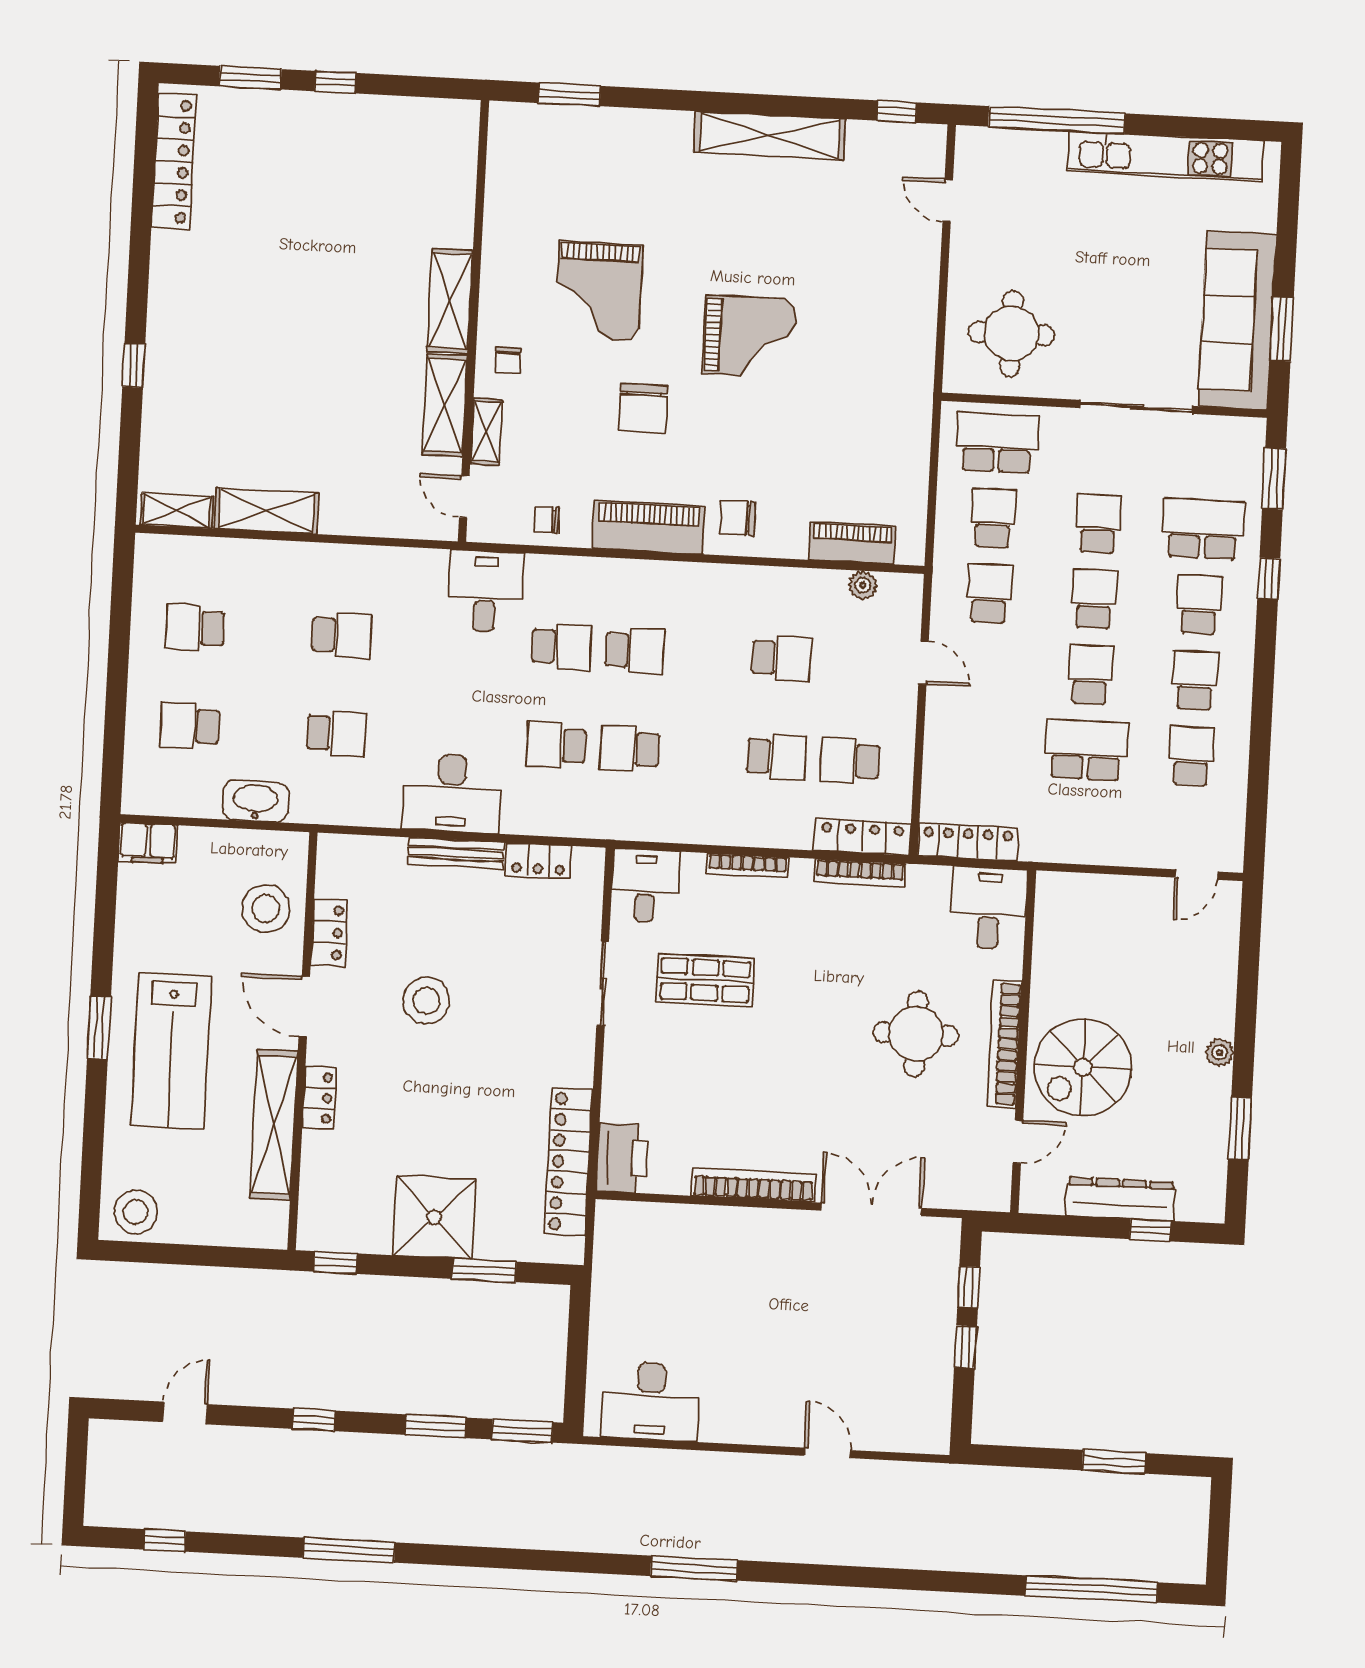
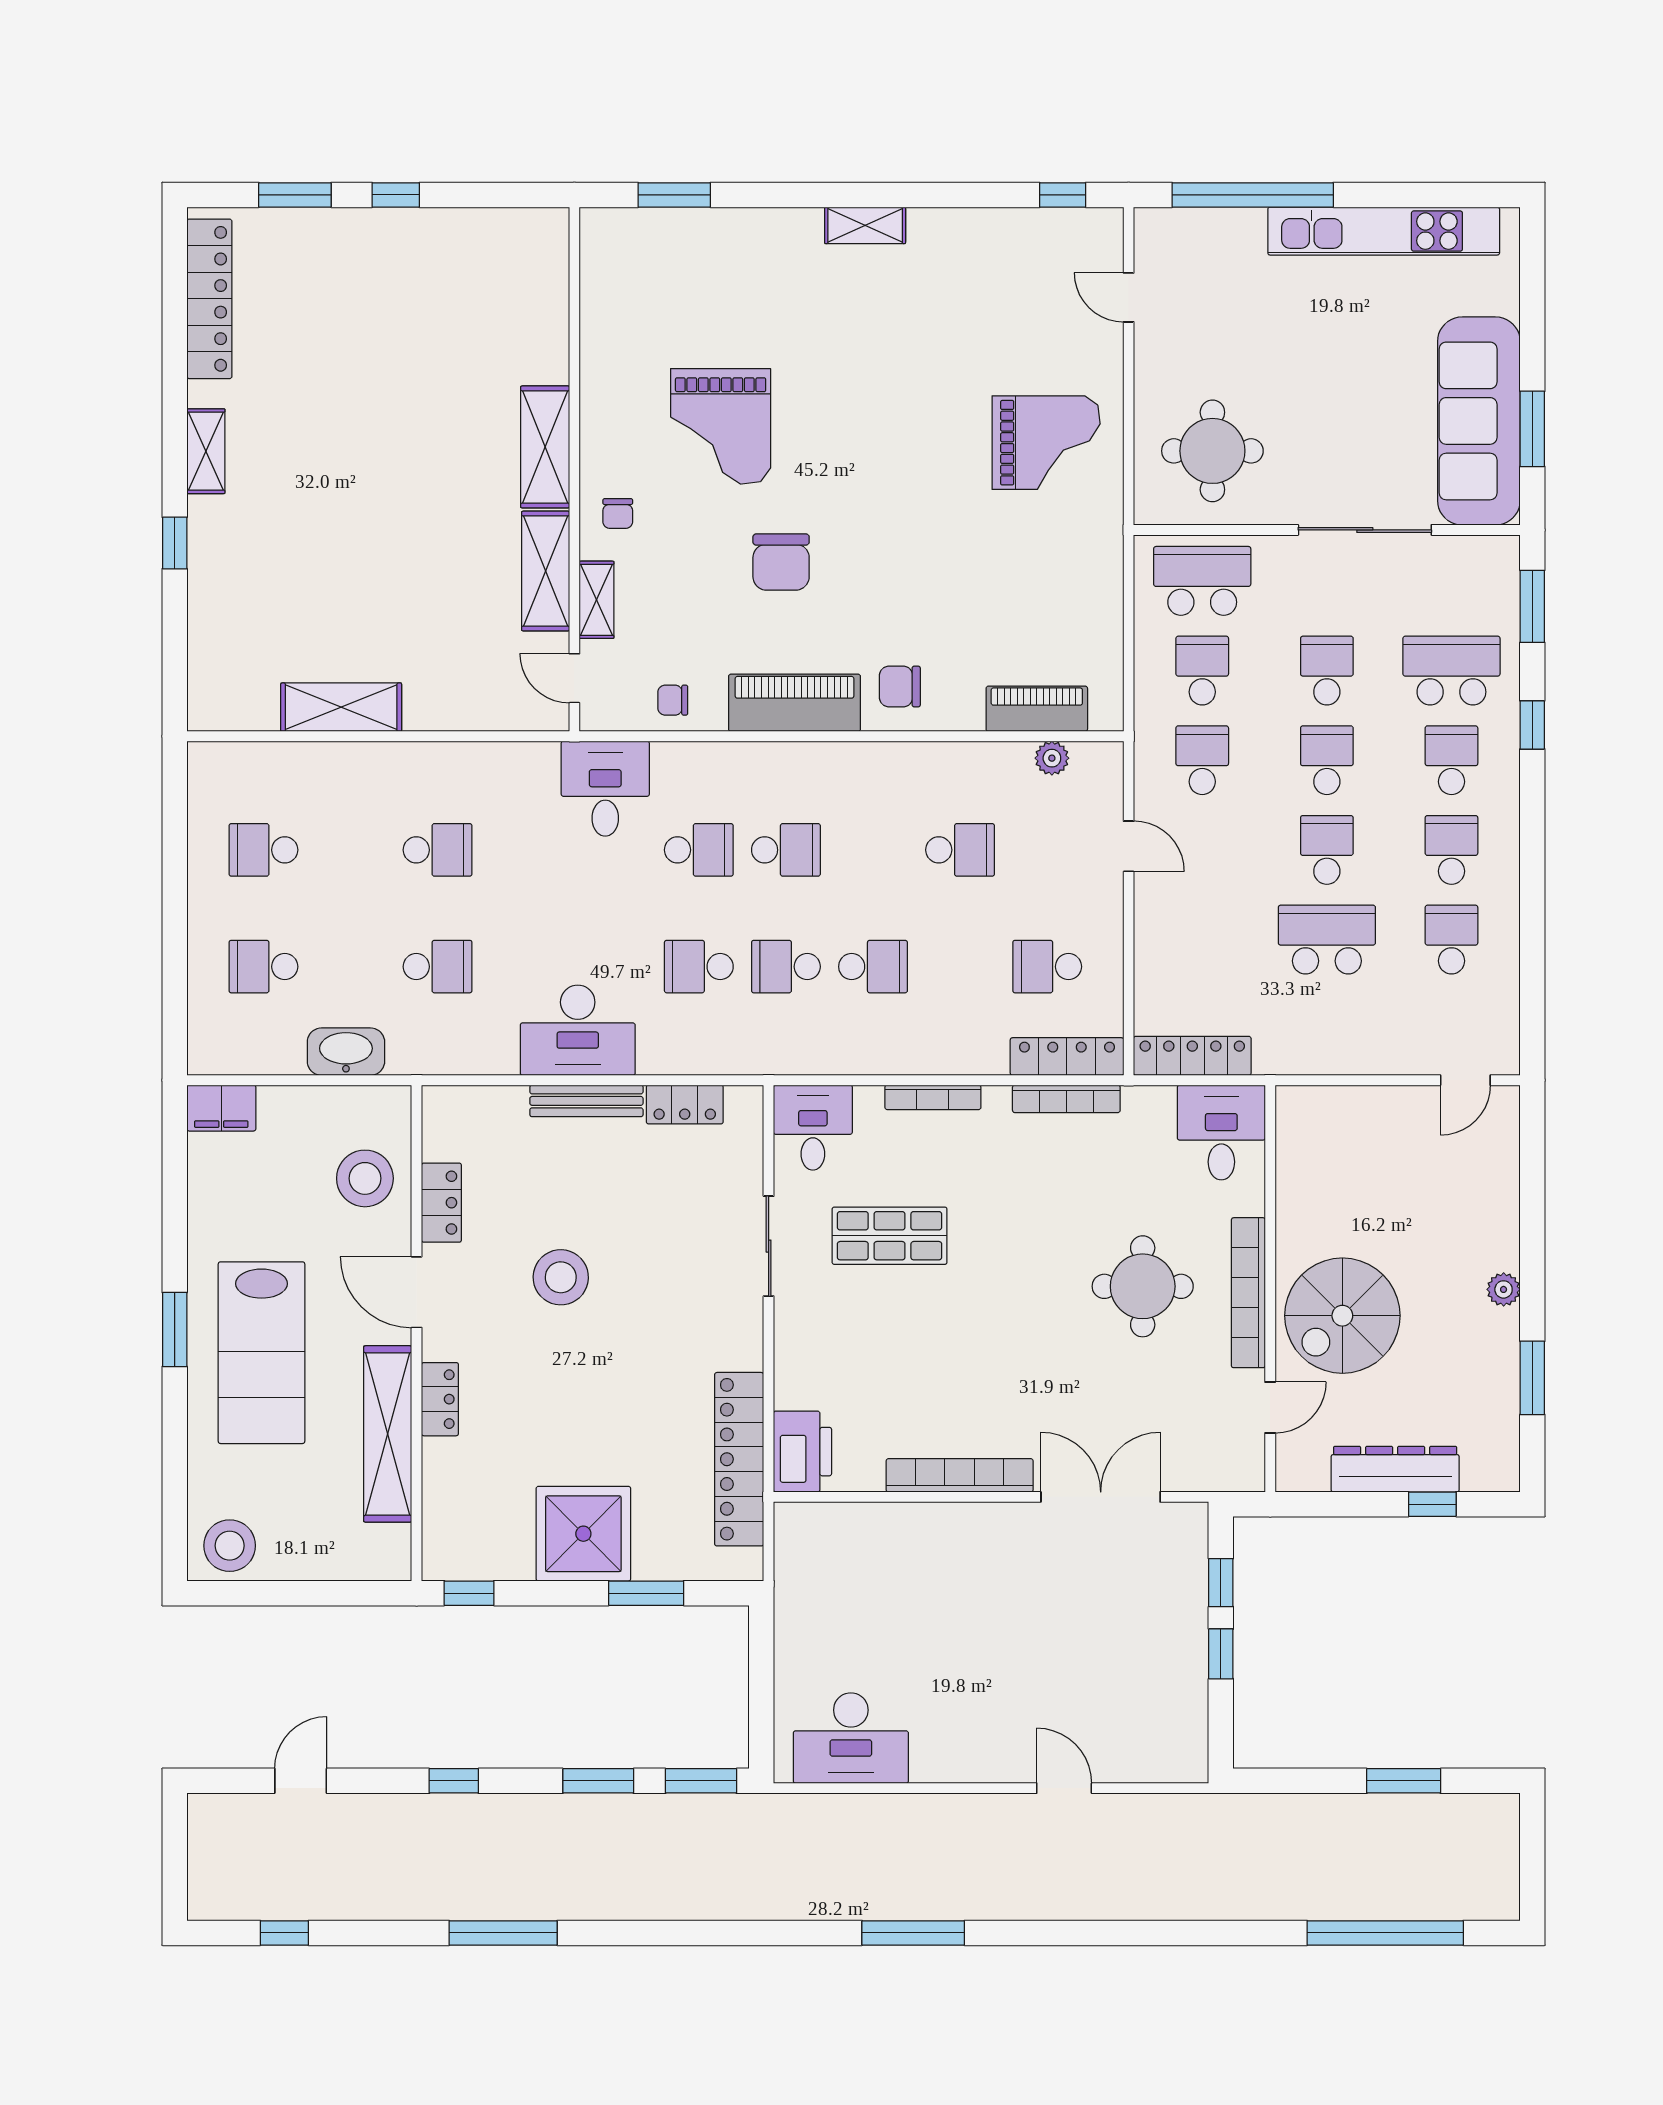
shelving: (770, 136) -> (865, 225), width x0.45, depth x0.75
grand piano: (749, 337) -> (1046, 443), moved
shelving: (177, 511) -> (206, 451), moved, turned 90
school desk: (776, 757) -> (873, 967), moved

